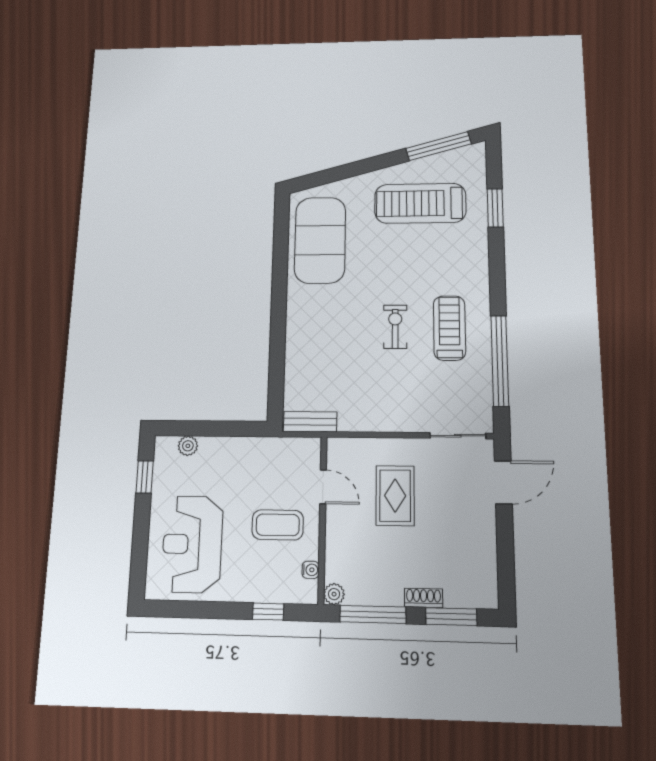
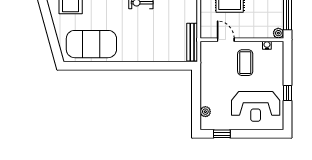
bench: (310, 422) -> (192, 42), width x1.36
door: (323, 487) -> (226, 40), hinge flipped
window: (268, 612) -> (288, 93), moved

